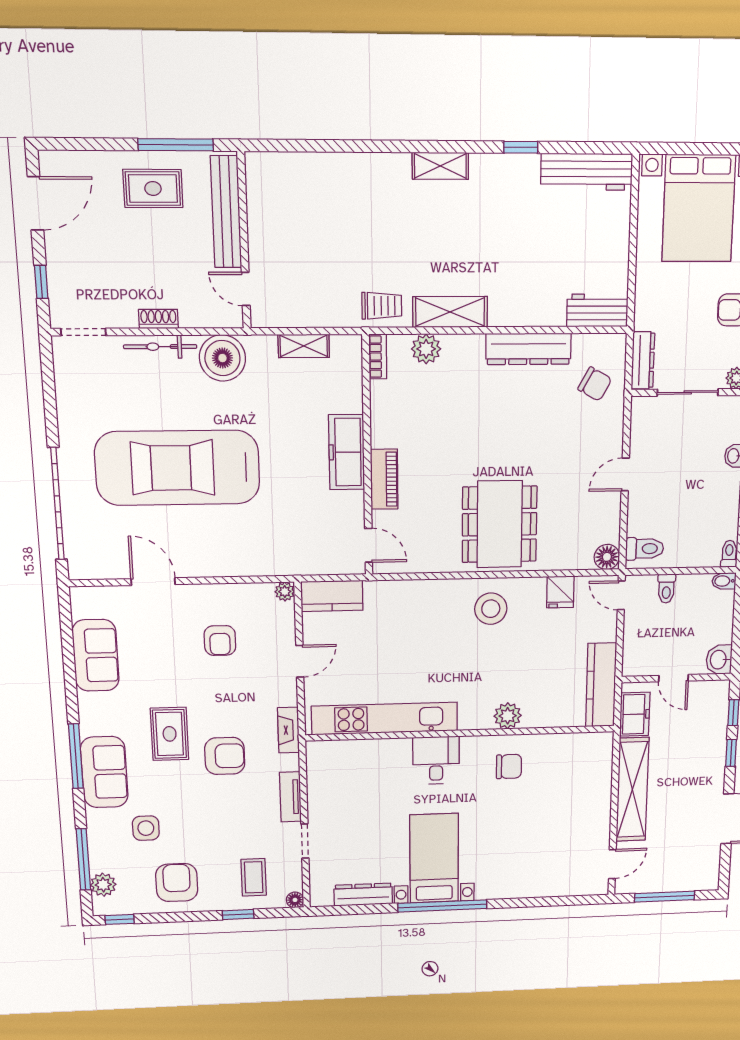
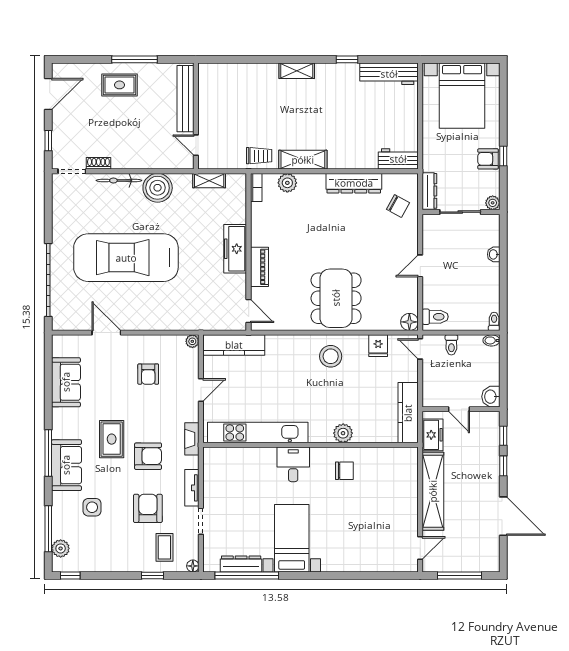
bench: (226, 212) -> (186, 99), moved
wall: (244, 241) -> (196, 116), moved
door: (246, 289) -> (196, 145), moved
shoe rack: (158, 319) -> (98, 163), moved
kitchen counter: (332, 596) -> (234, 345), width x1.50
armchair: (177, 883) -> (148, 508), moved
window: (442, 906) -> (247, 575), moved

